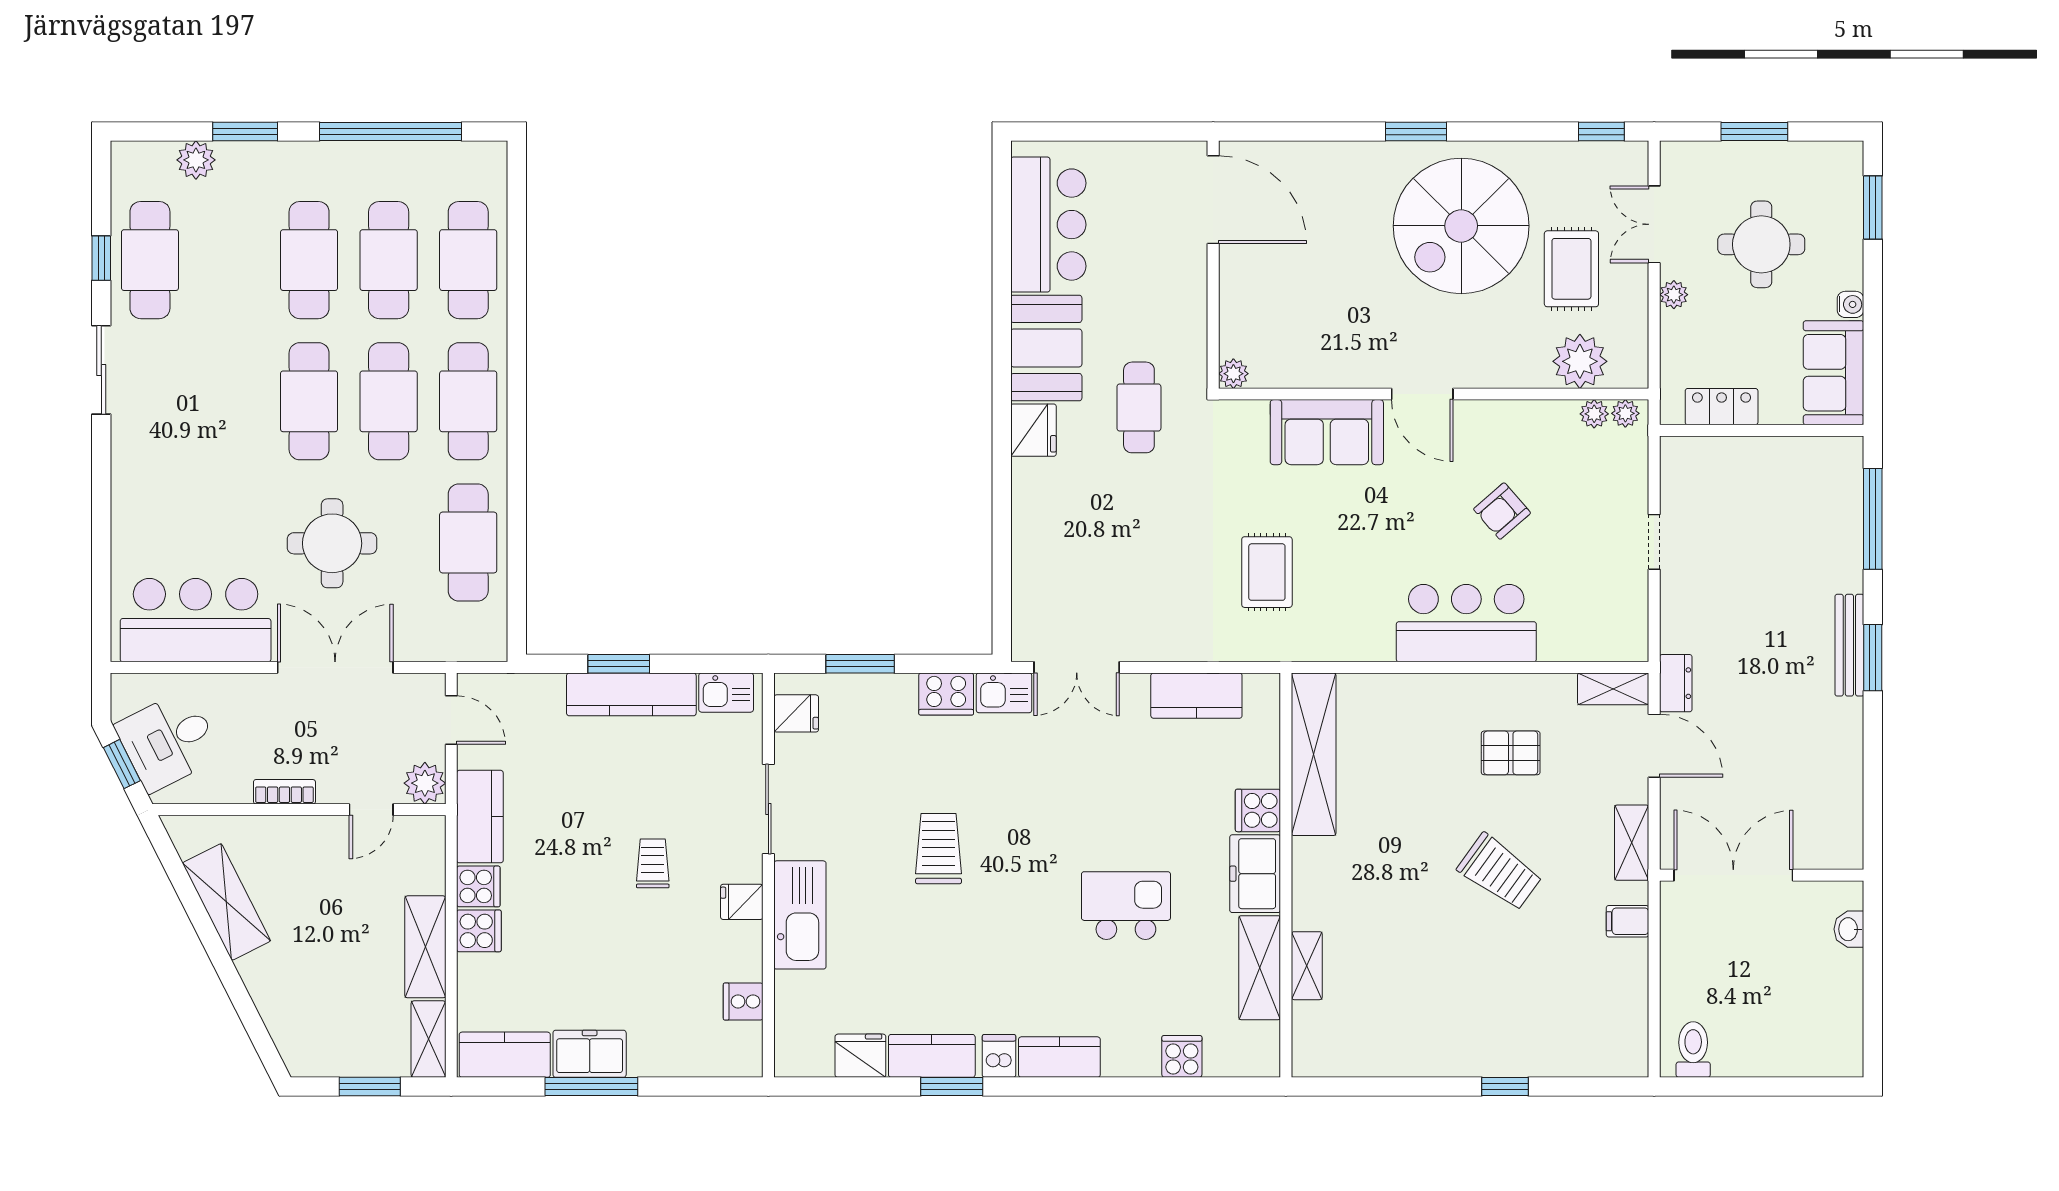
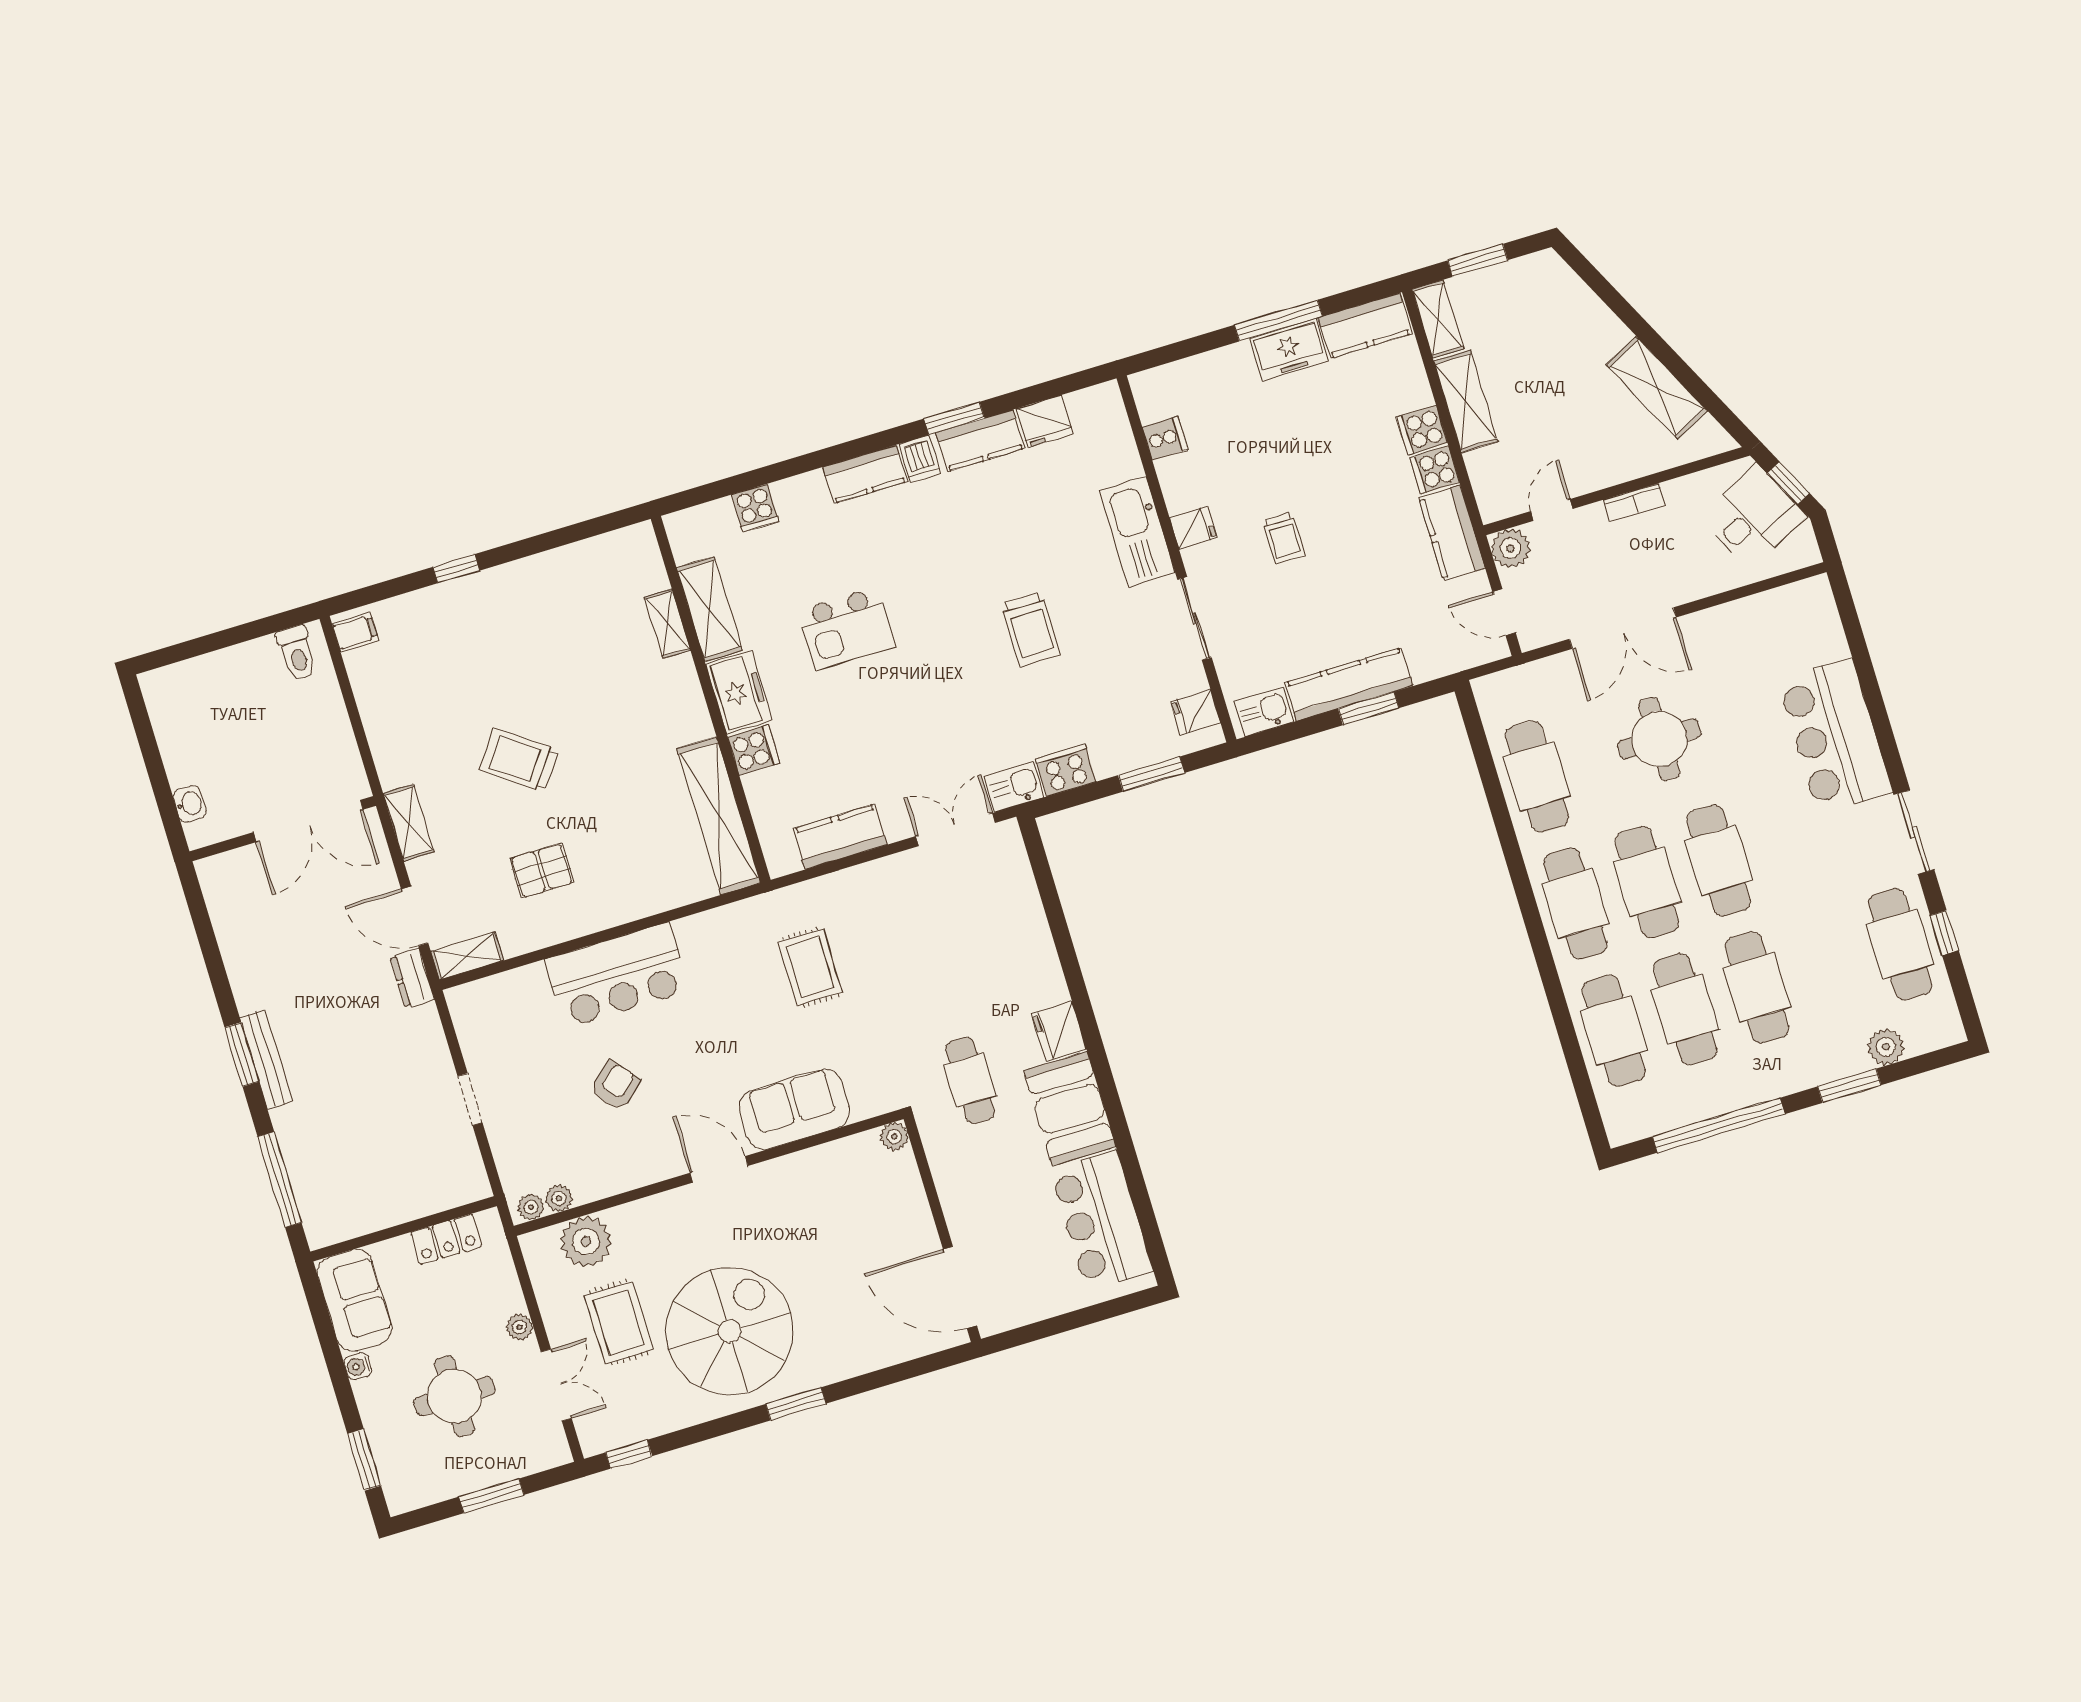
bar counter: (196, 620) -> (1835, 736), moved, turned 90
filing cabinet: (1627, 921) -> (355, 632), moved

